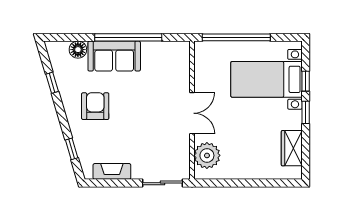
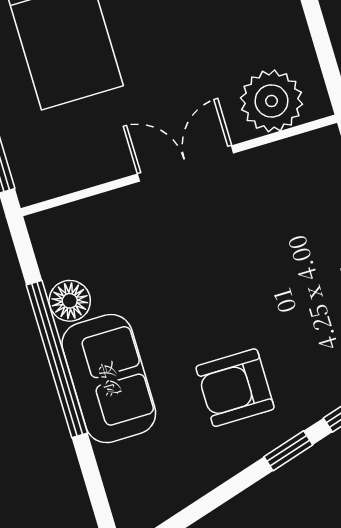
floor lamp: (78, 50) -> (70, 301), moved
window: (52, 83) -> (288, 451), moved

